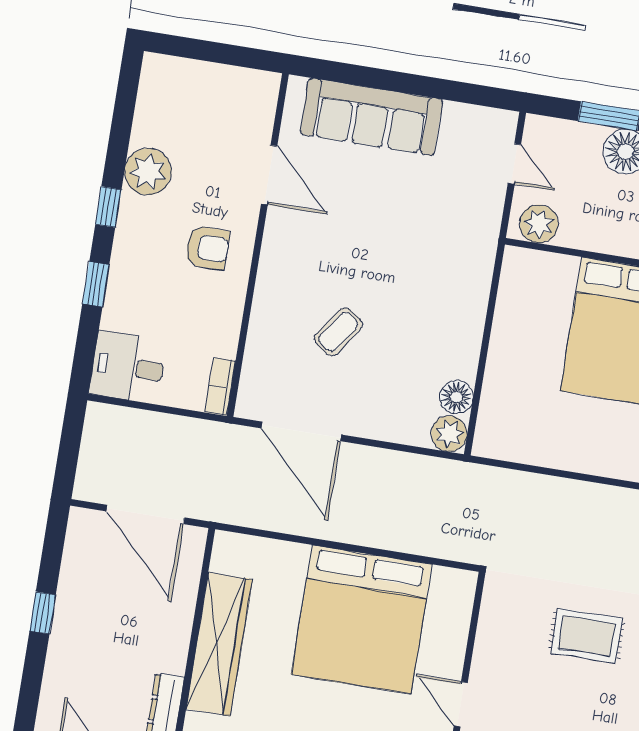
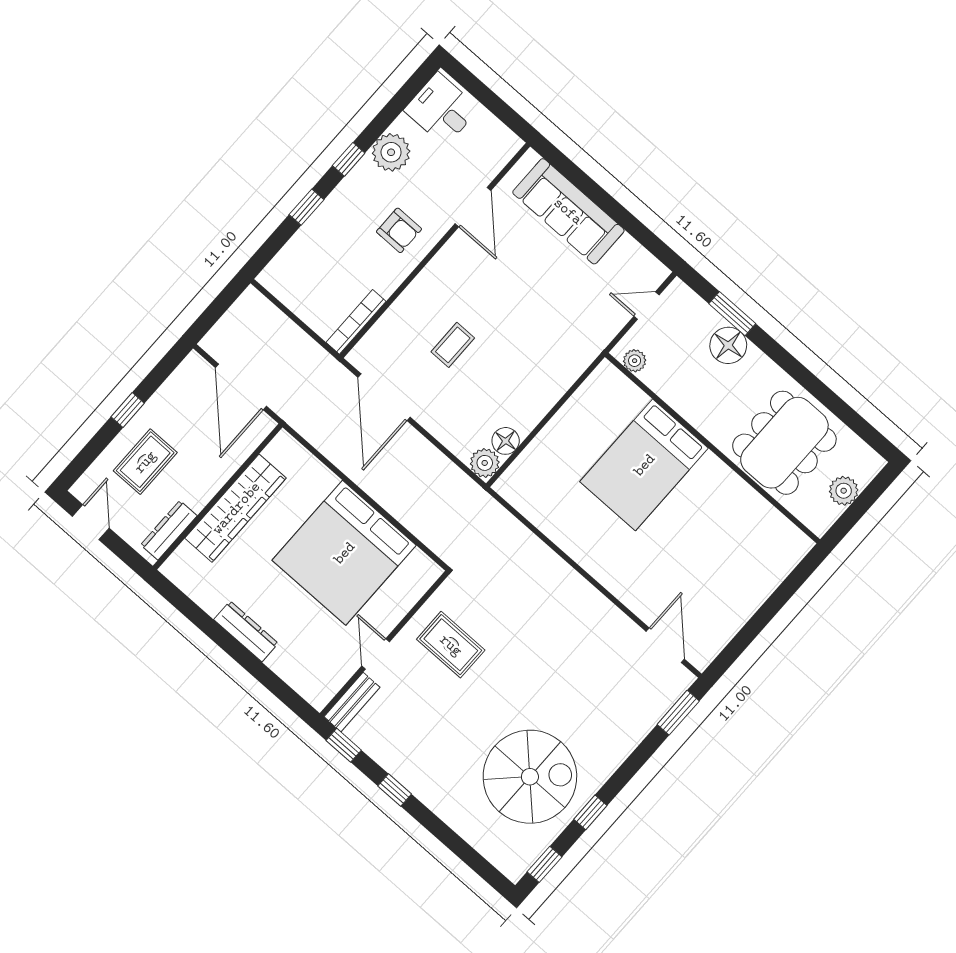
door: (514, 164) -> (646, 306), swing flipped
plant: (539, 224) -> (635, 361), width x0.73, depth x0.73
coffee table: (338, 332) -> (453, 345), turned -35
desk: (128, 367) -> (441, 109), moved
bookcase: (220, 387) -> (356, 322), width x1.56
rug: (587, 636) -> (451, 645), moved
rug: (95, 655) -> (145, 462), added

